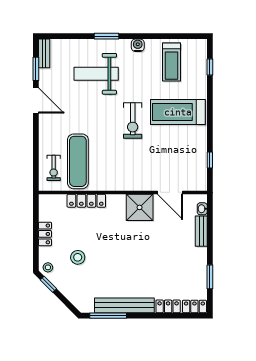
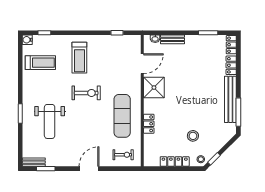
water cooler: (138, 45) -> (27, 40), moved
door: (36, 100) -> (89, 169), moved
treadmill: (178, 112) -> (79, 58), width x0.73, depth x0.73
exercise mat: (78, 161) -> (122, 116), moved, turned 90
locker: (86, 201) -> (149, 124), width x0.66
locker: (45, 234) -> (175, 161), width x1.53

